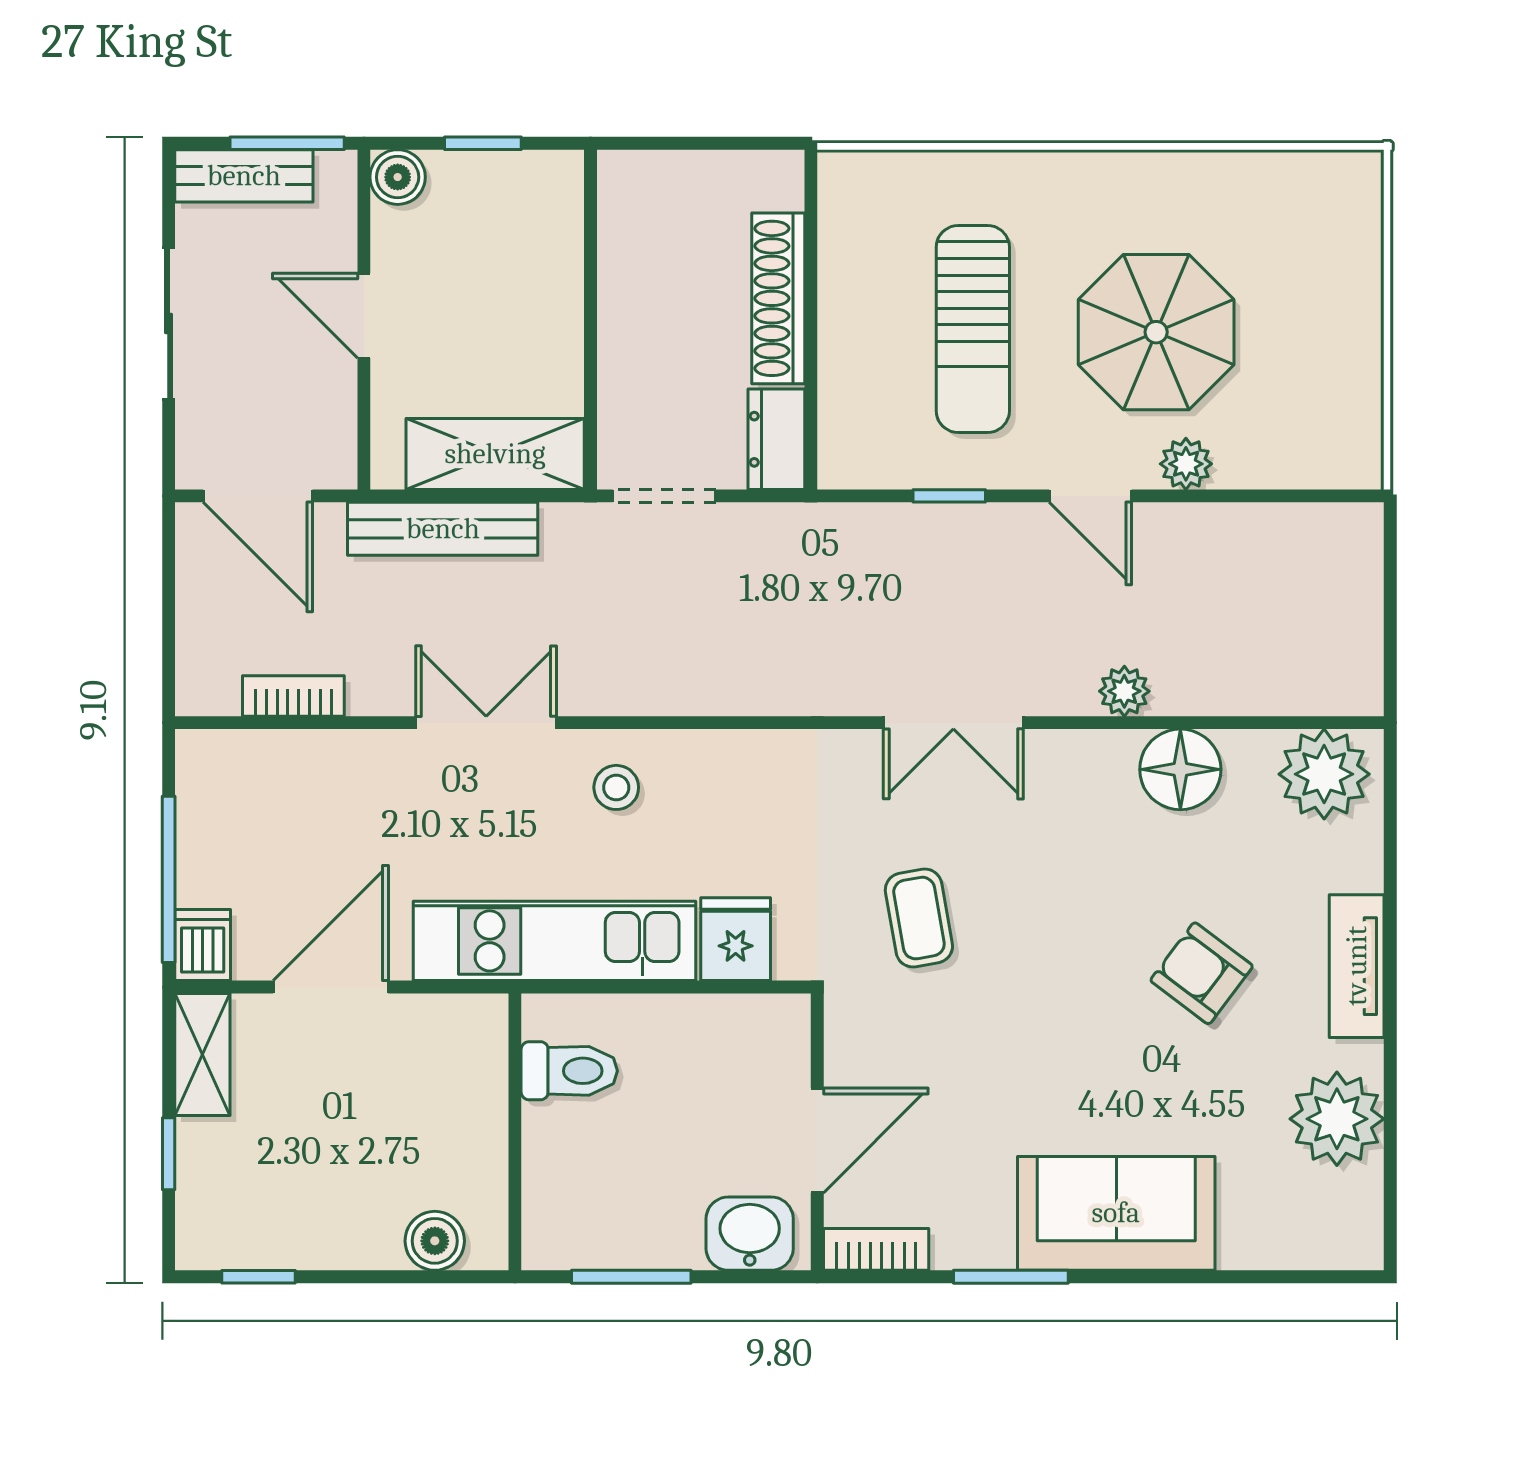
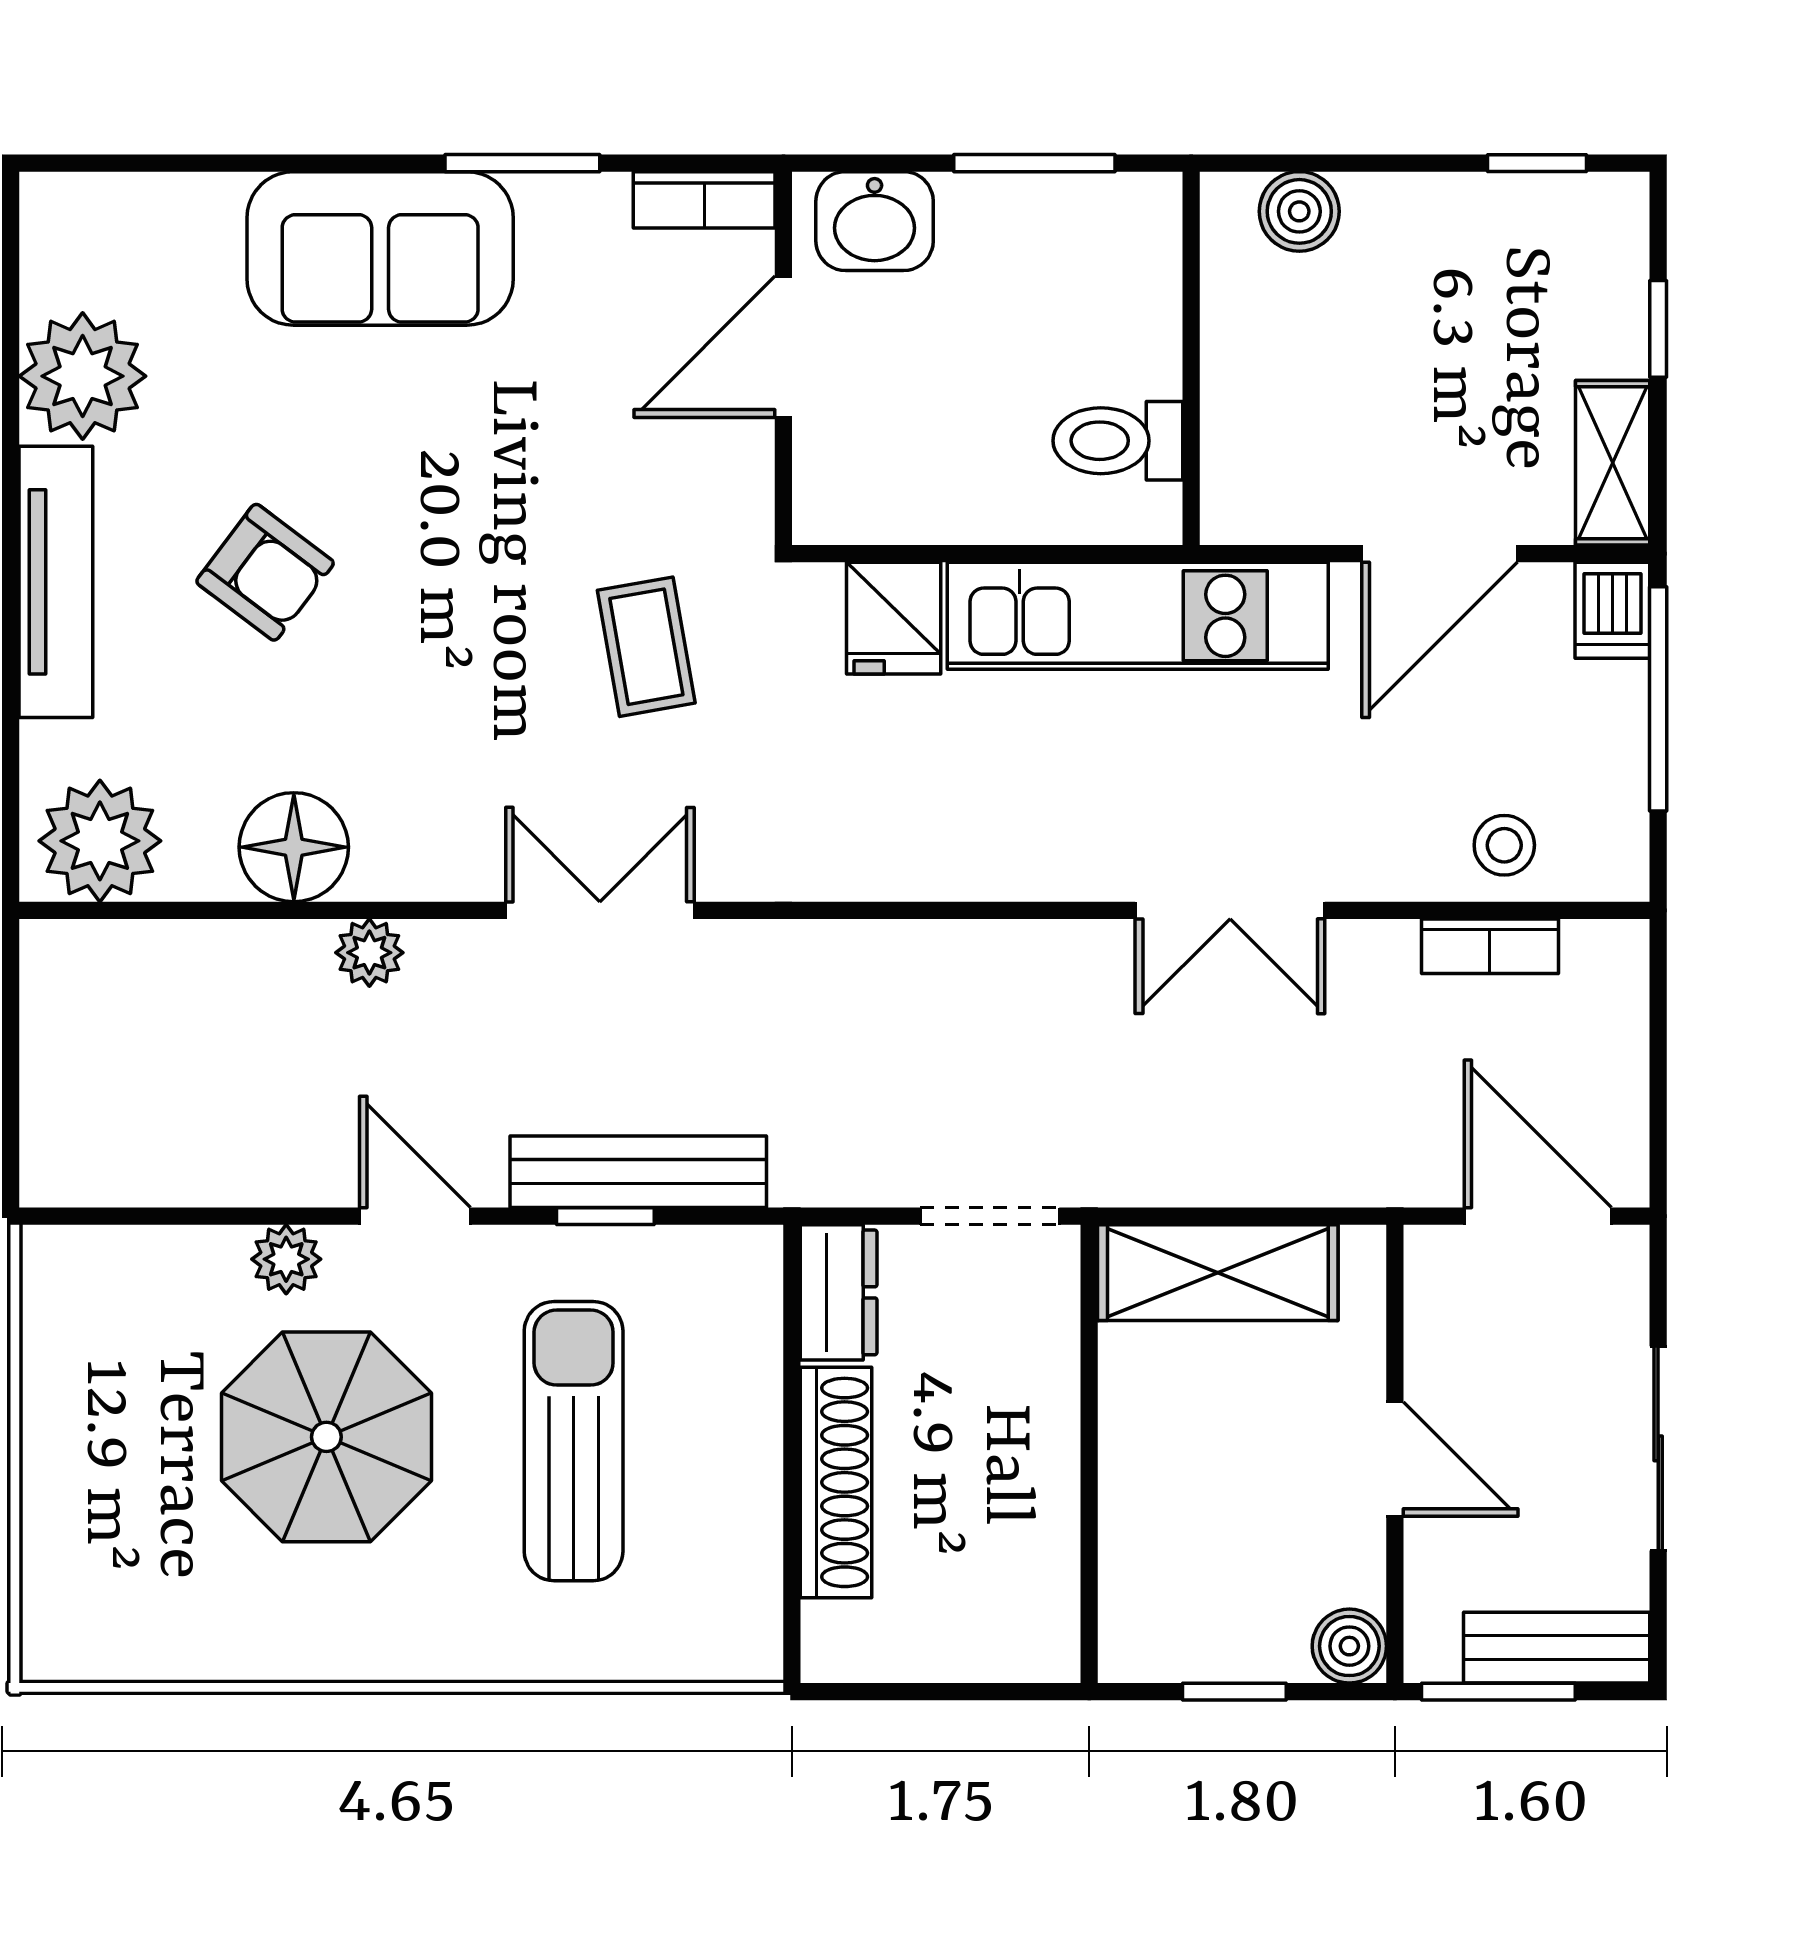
bench: (443, 529) -> (638, 1172), moved
stool: (616, 787) -> (1504, 845), moved
tv unit: (1357, 966) -> (56, 582), width x1.41

